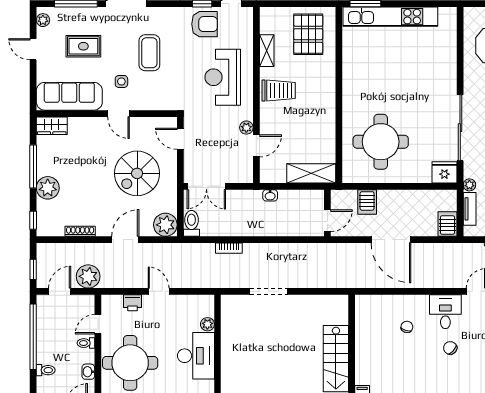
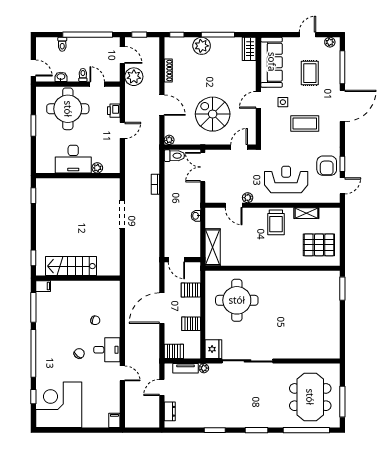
kitchen unit: (390, 17) -> (332, 308), removed
server rack: (411, 202) -> (191, 324), added
plant: (165, 225) -> (169, 140), width x0.53, depth x0.53

